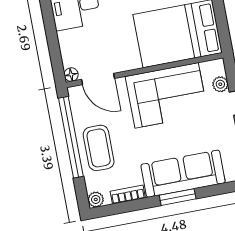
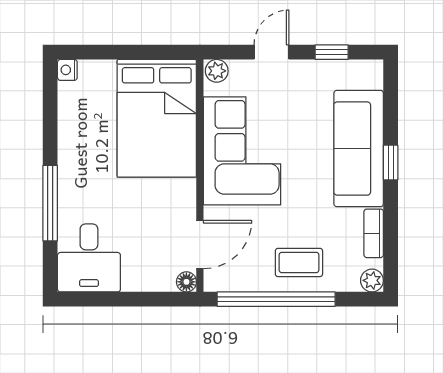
plant: (220, 84) -> (217, 71), moved
coffee table: (99, 148) -> (299, 262), width x0.73, depth x0.77
window: (178, 197) -> (391, 163), width x0.67

